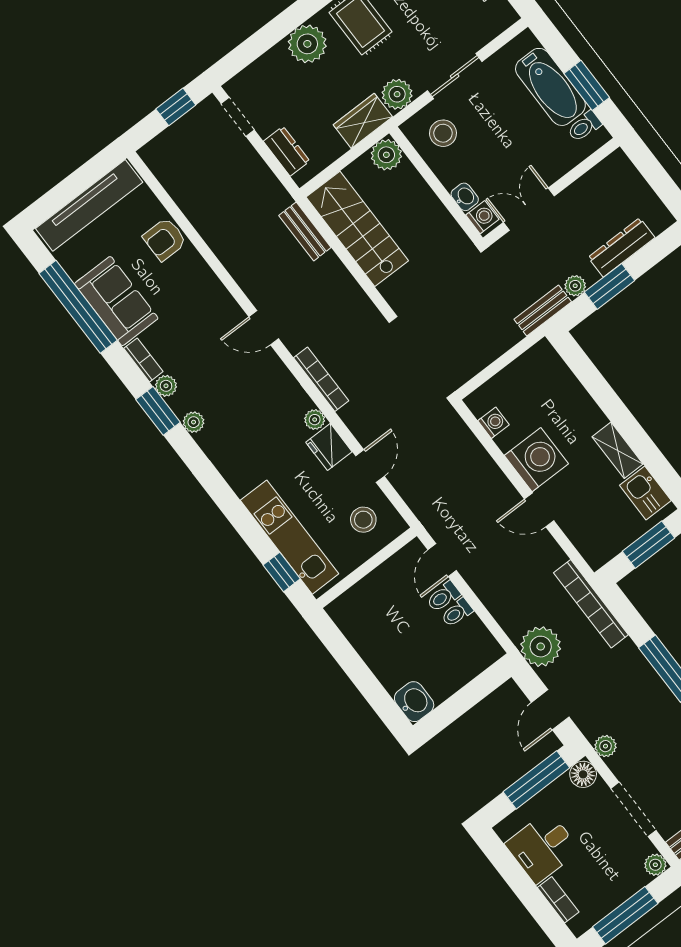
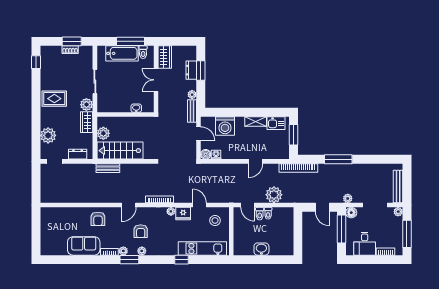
plant: (307, 44) -> (48, 135), moved
window: (587, 85) -> (130, 41), width x1.44
window: (176, 107) -> (36, 179), removed
stool: (443, 133) -> (110, 99), removed
plant: (386, 155) -> (103, 133), moved
wardrobe: (607, 176) -> (165, 57), added
tv unit: (89, 205) -> (46, 231), removed
double door: (529, 209) -> (156, 80), moved
washing machine: (482, 217) -> (147, 107), removed
armchair: (165, 239) -> (98, 219), moved
dresser: (622, 247) -> (191, 70), width x0.70
window: (609, 286) -> (201, 71), moved
window: (78, 307) -> (76, 260), removed
door: (508, 357) -> (199, 134), added
armchair: (230, 390) -> (141, 231), added
boiler: (479, 402) -> (206, 154), added
washing machine: (536, 460) -> (225, 126), moved, turned 180
window: (282, 572) -> (182, 260), moved
plant: (541, 647) -> (274, 195), moved
washbasin: (414, 702) -> (261, 249), moved

